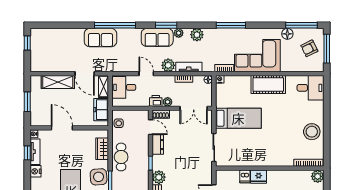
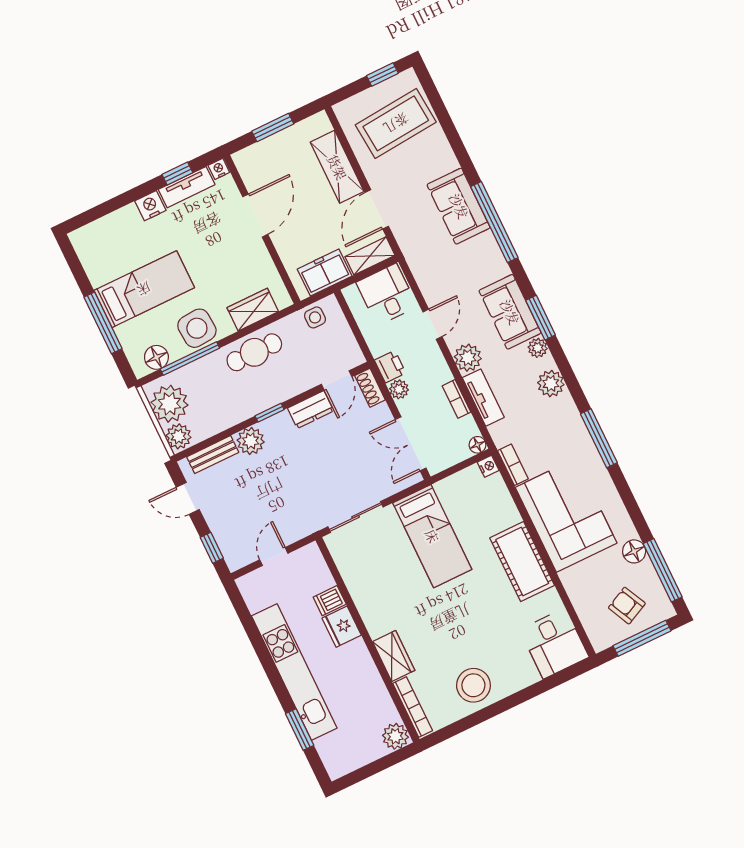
coffee table: (51, 47) -> (396, 123), added
wardrobe: (282, 160) -> (394, 656), added

